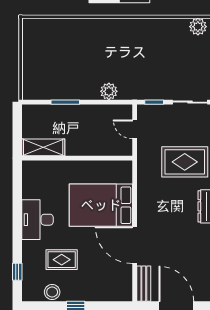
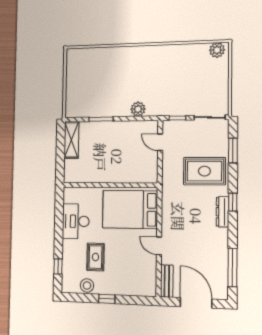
shelving: (43, 147) -> (71, 140), moved, turned 90
wall: (77, 158) -> (110, 185), moved
door: (135, 245) -> (159, 246), width x0.53
rug: (62, 260) -> (95, 257), turned 90

